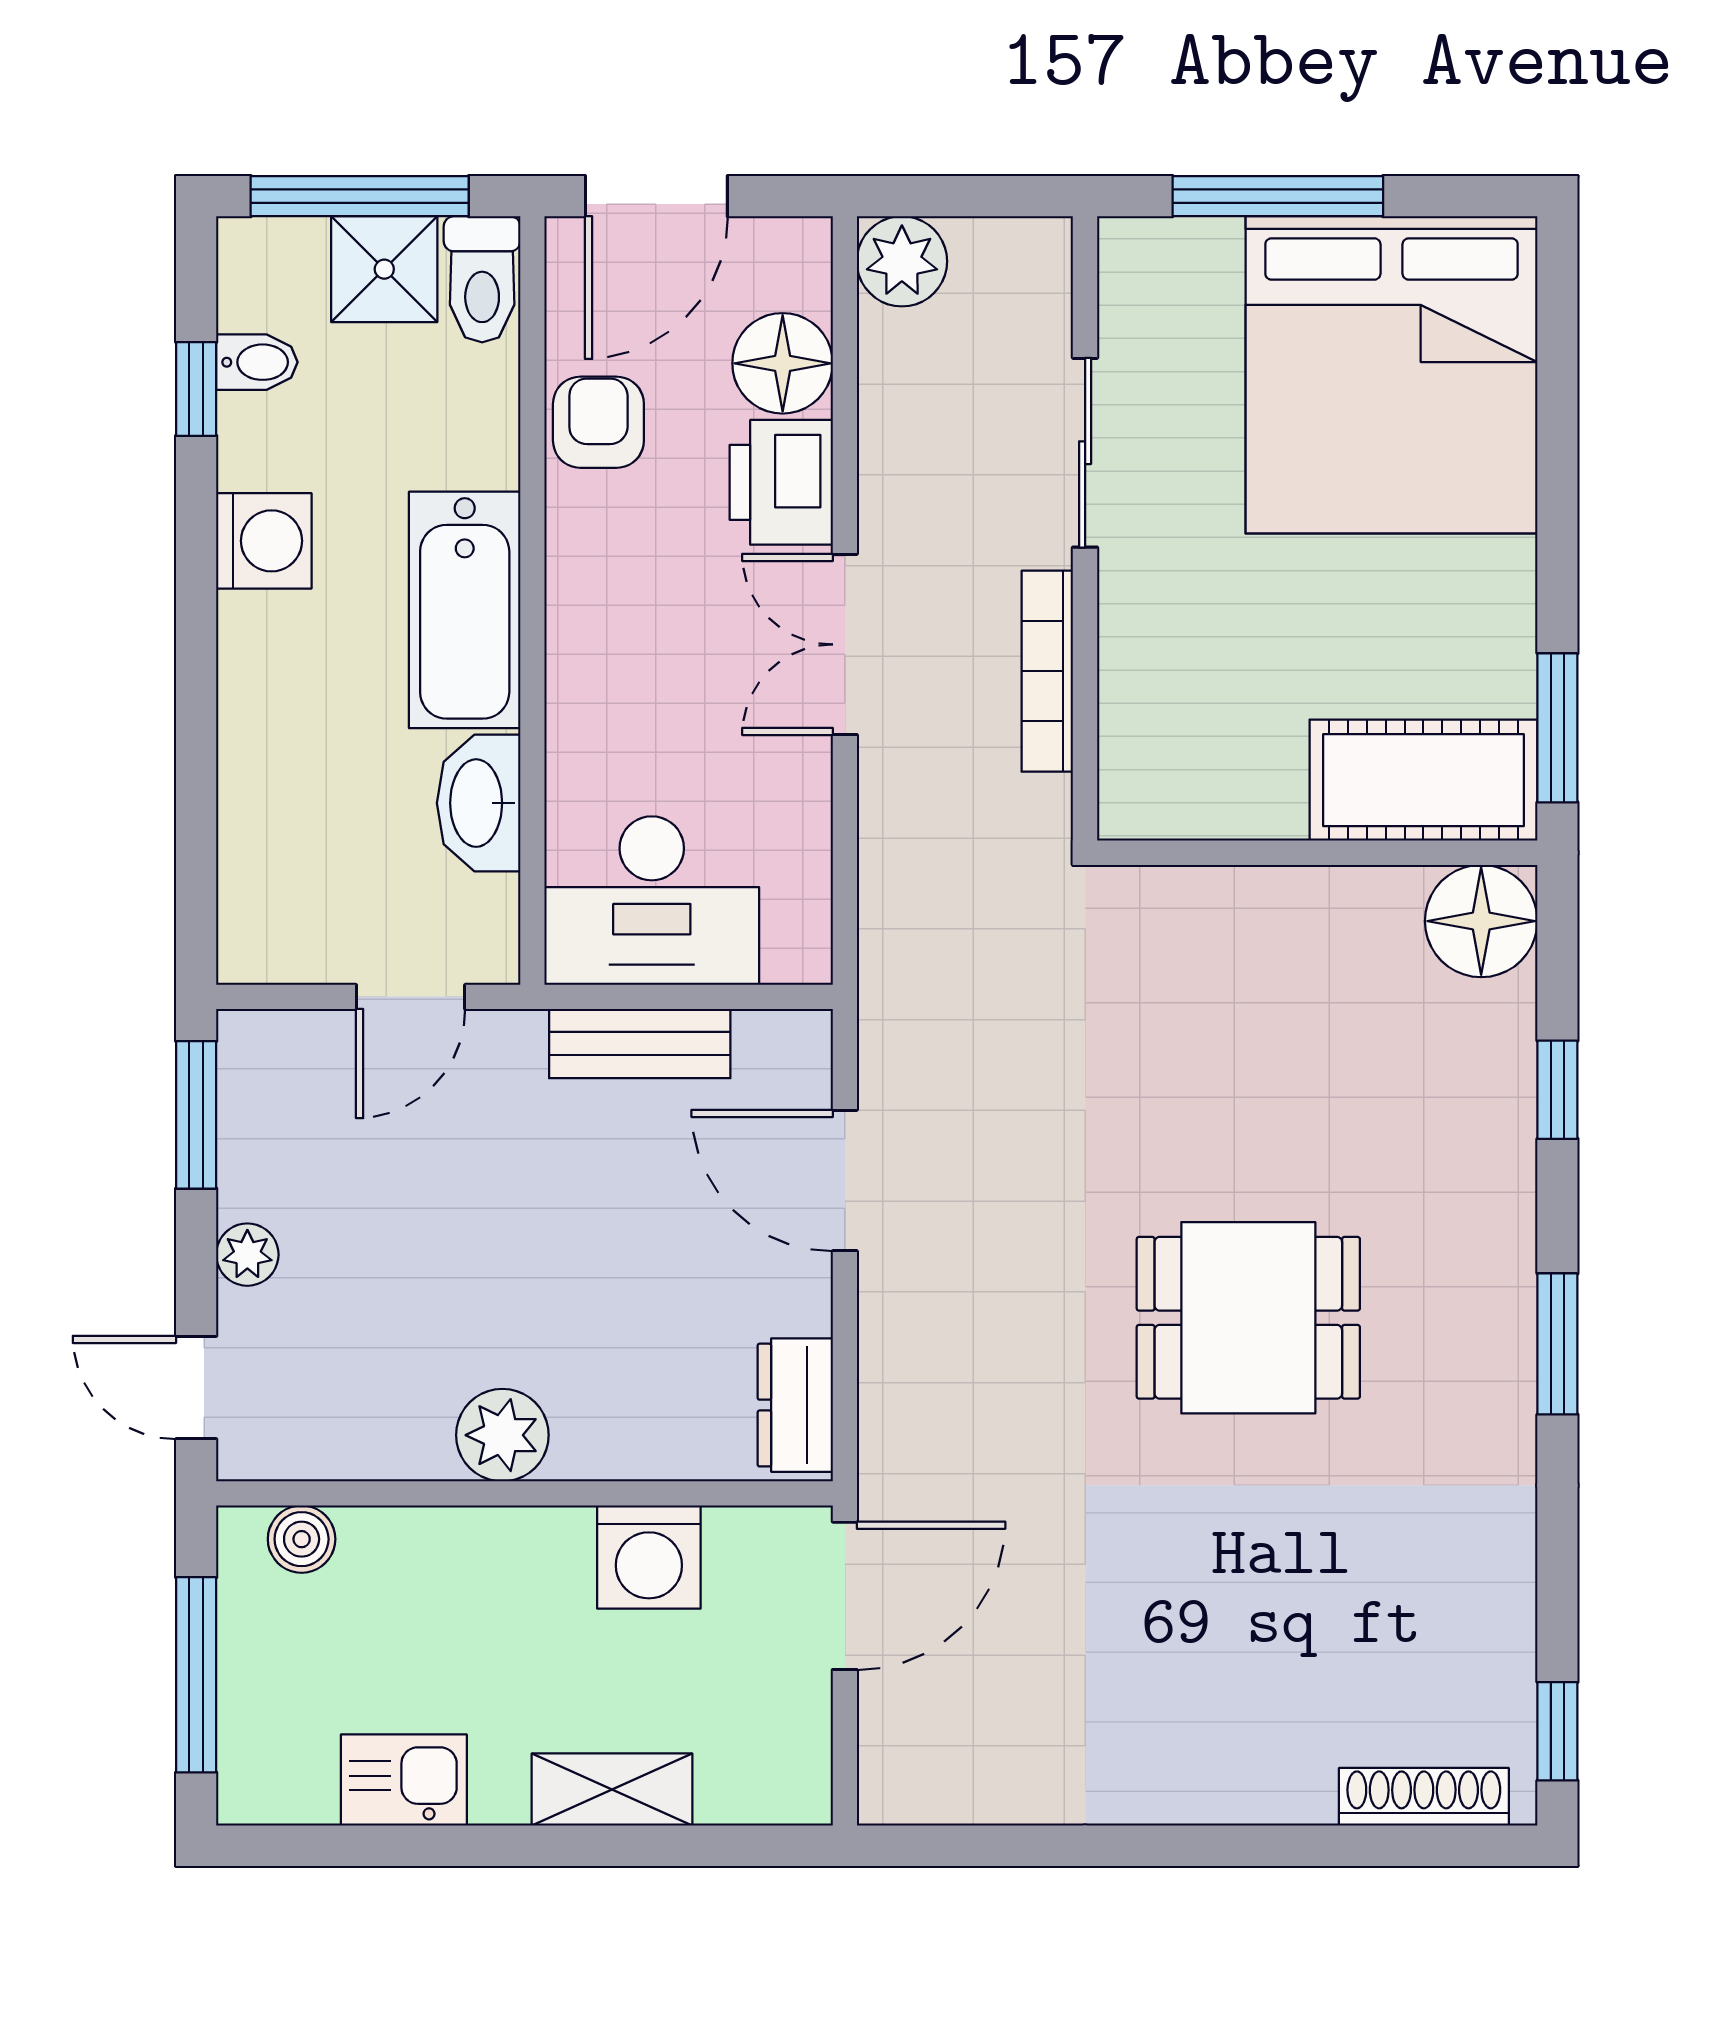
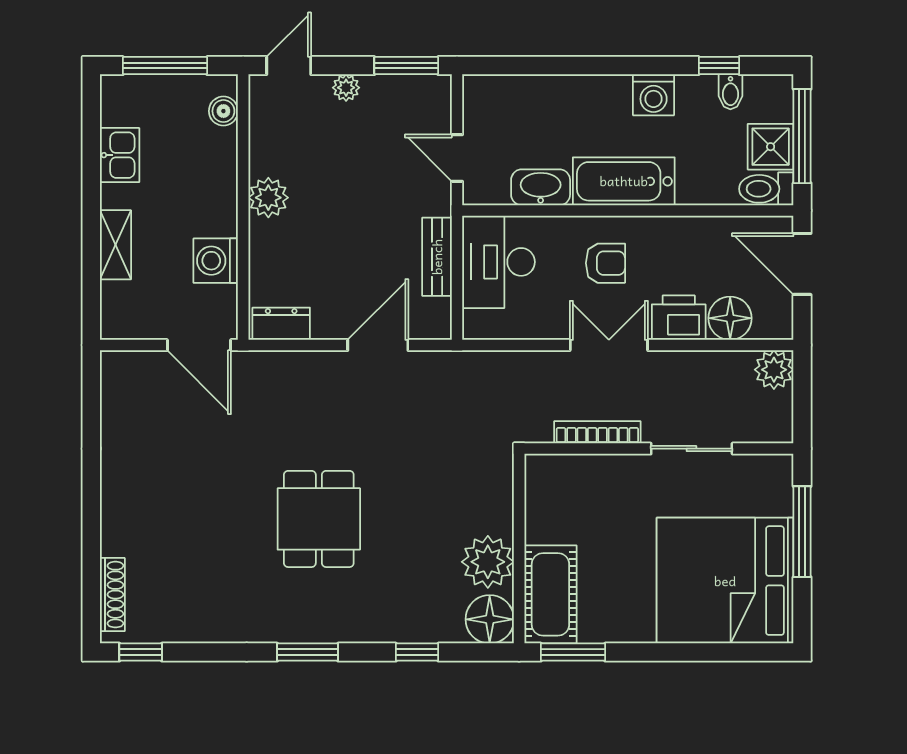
armchair: (598, 422) -> (605, 263), moved
plant: (1348, 926) -> (488, 562), added

